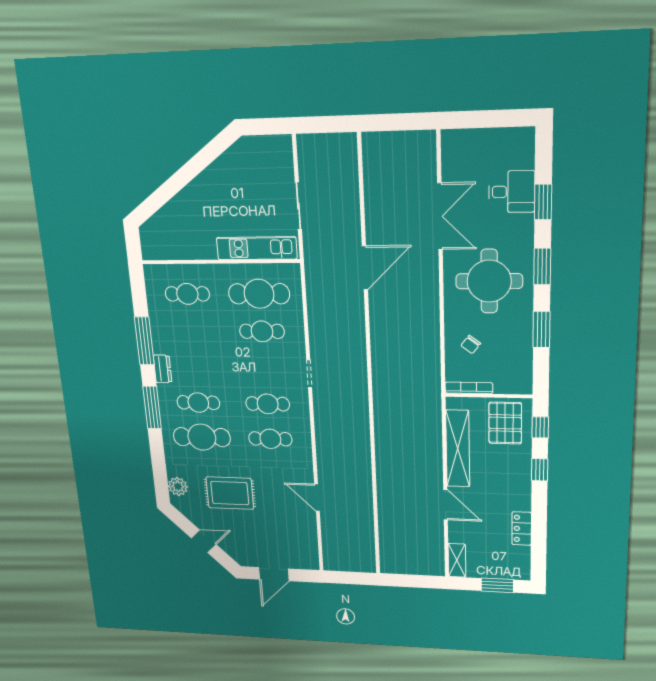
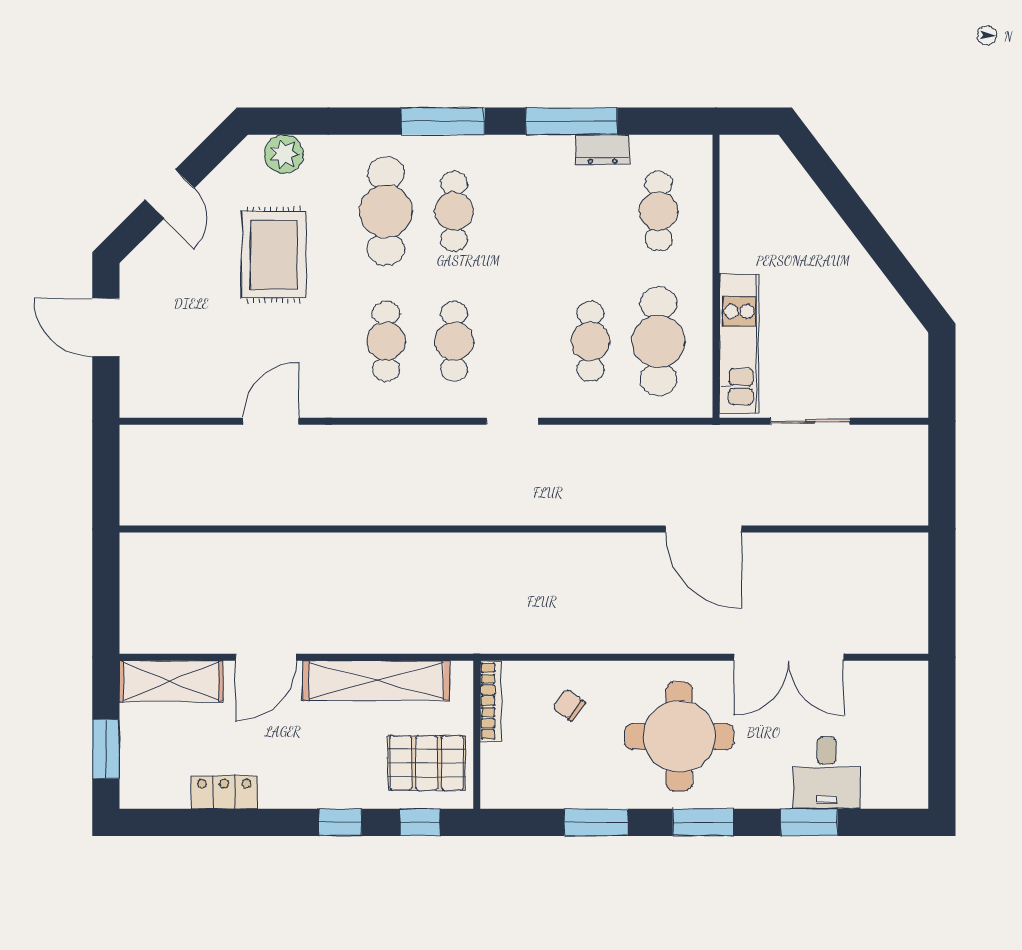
dresser: (163, 369) -> (602, 150), moved
shelving: (457, 560) -> (171, 681), width x1.50, depth x1.33

